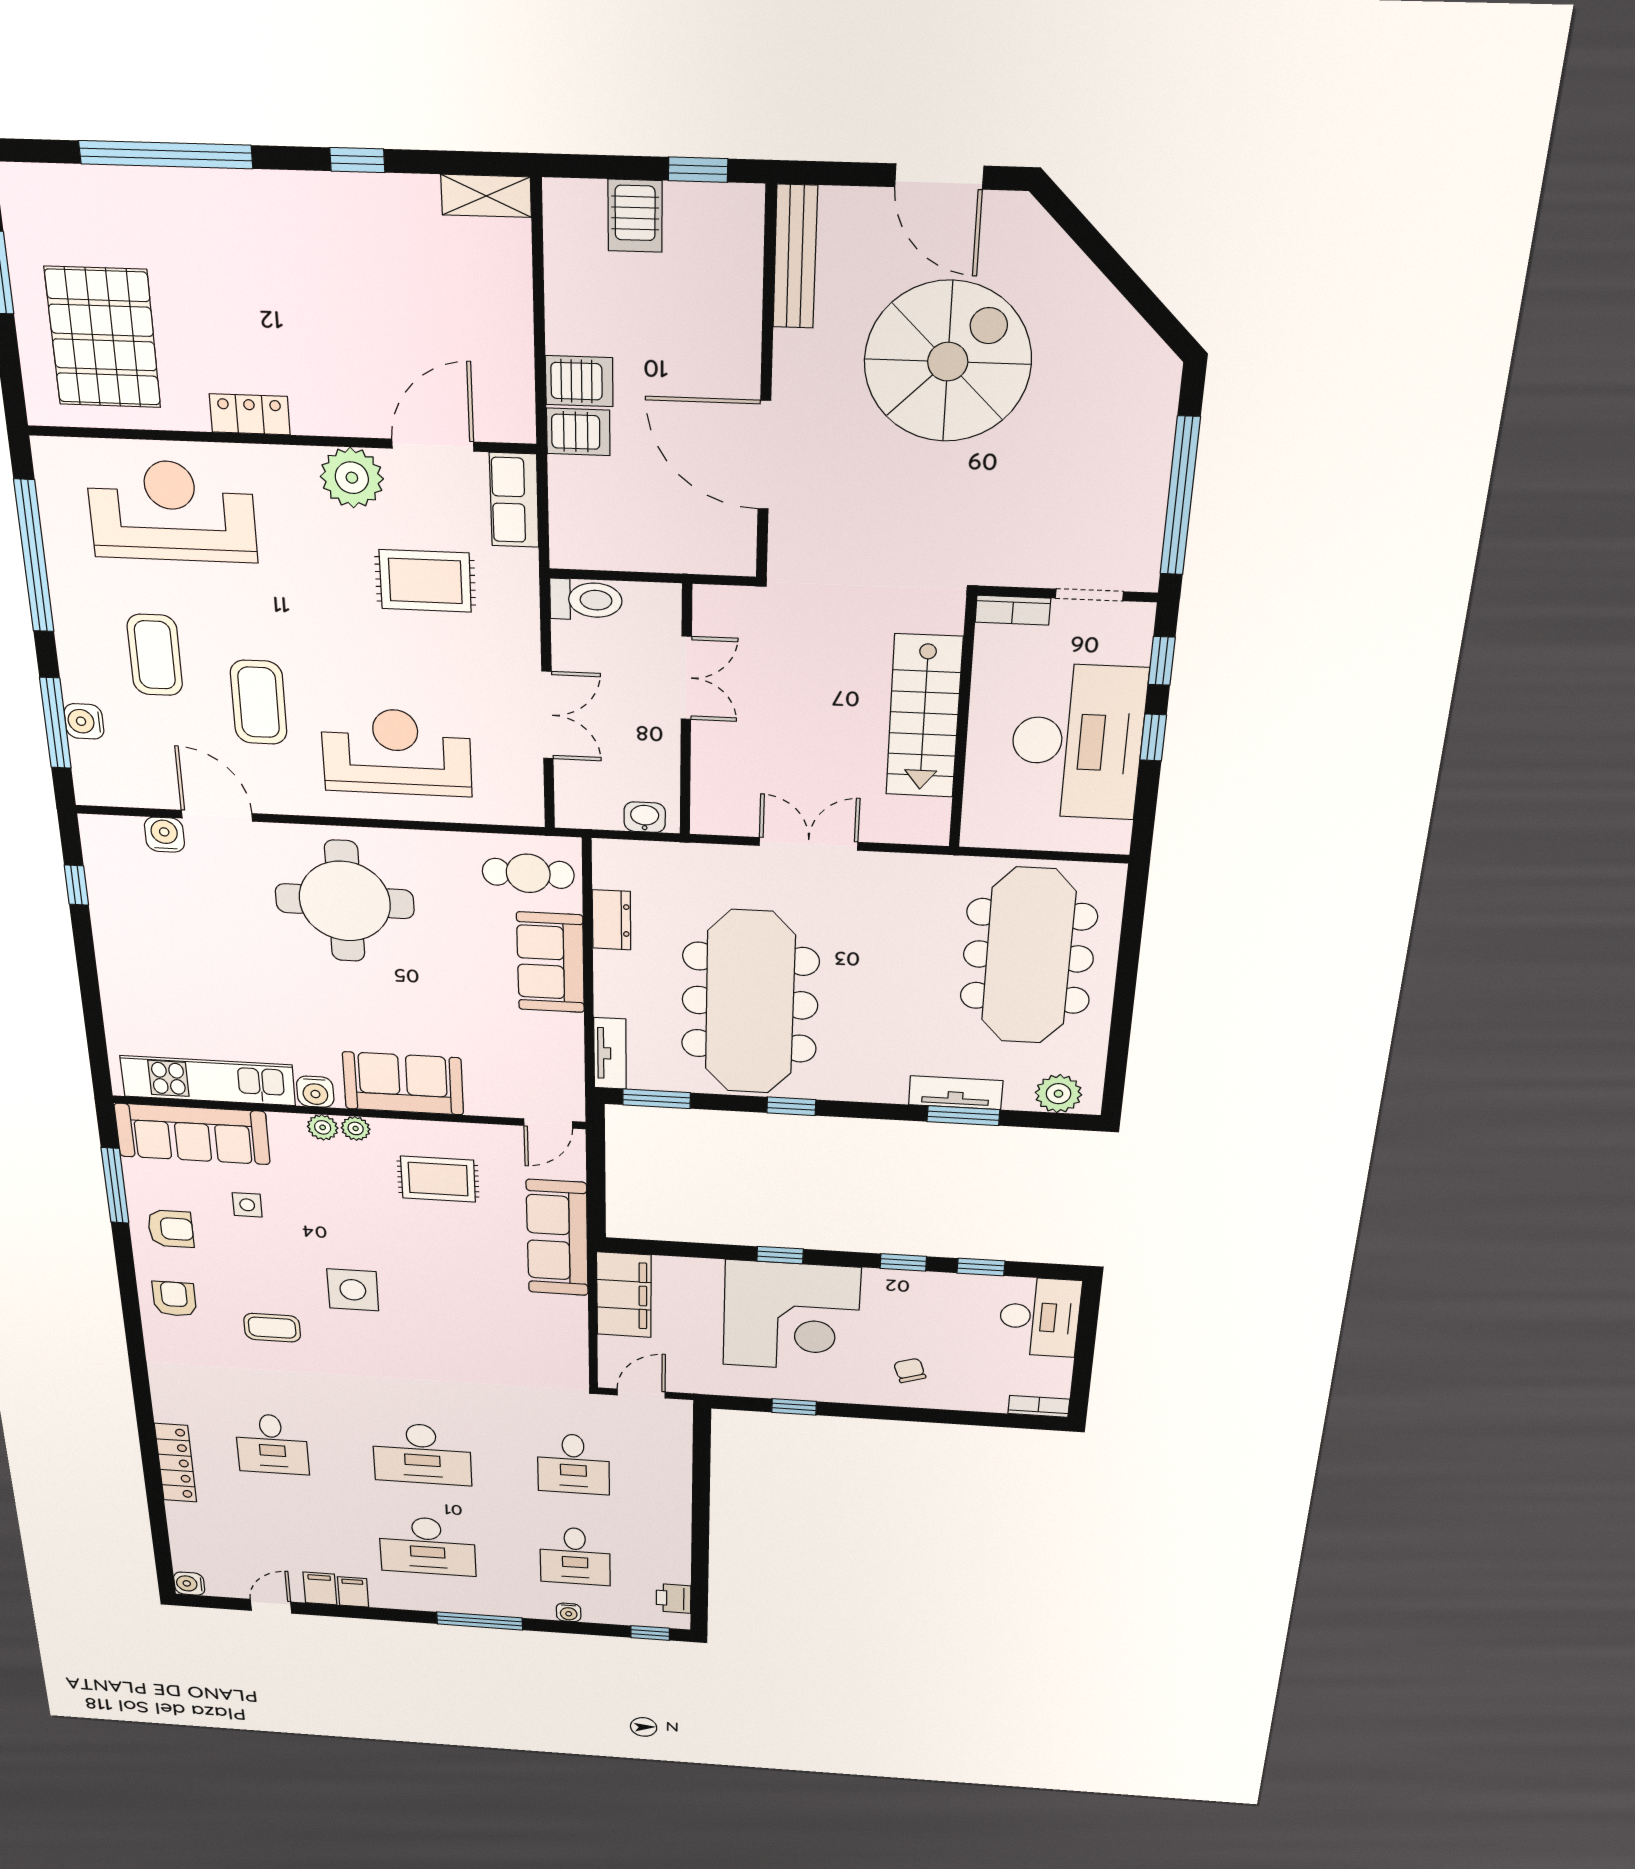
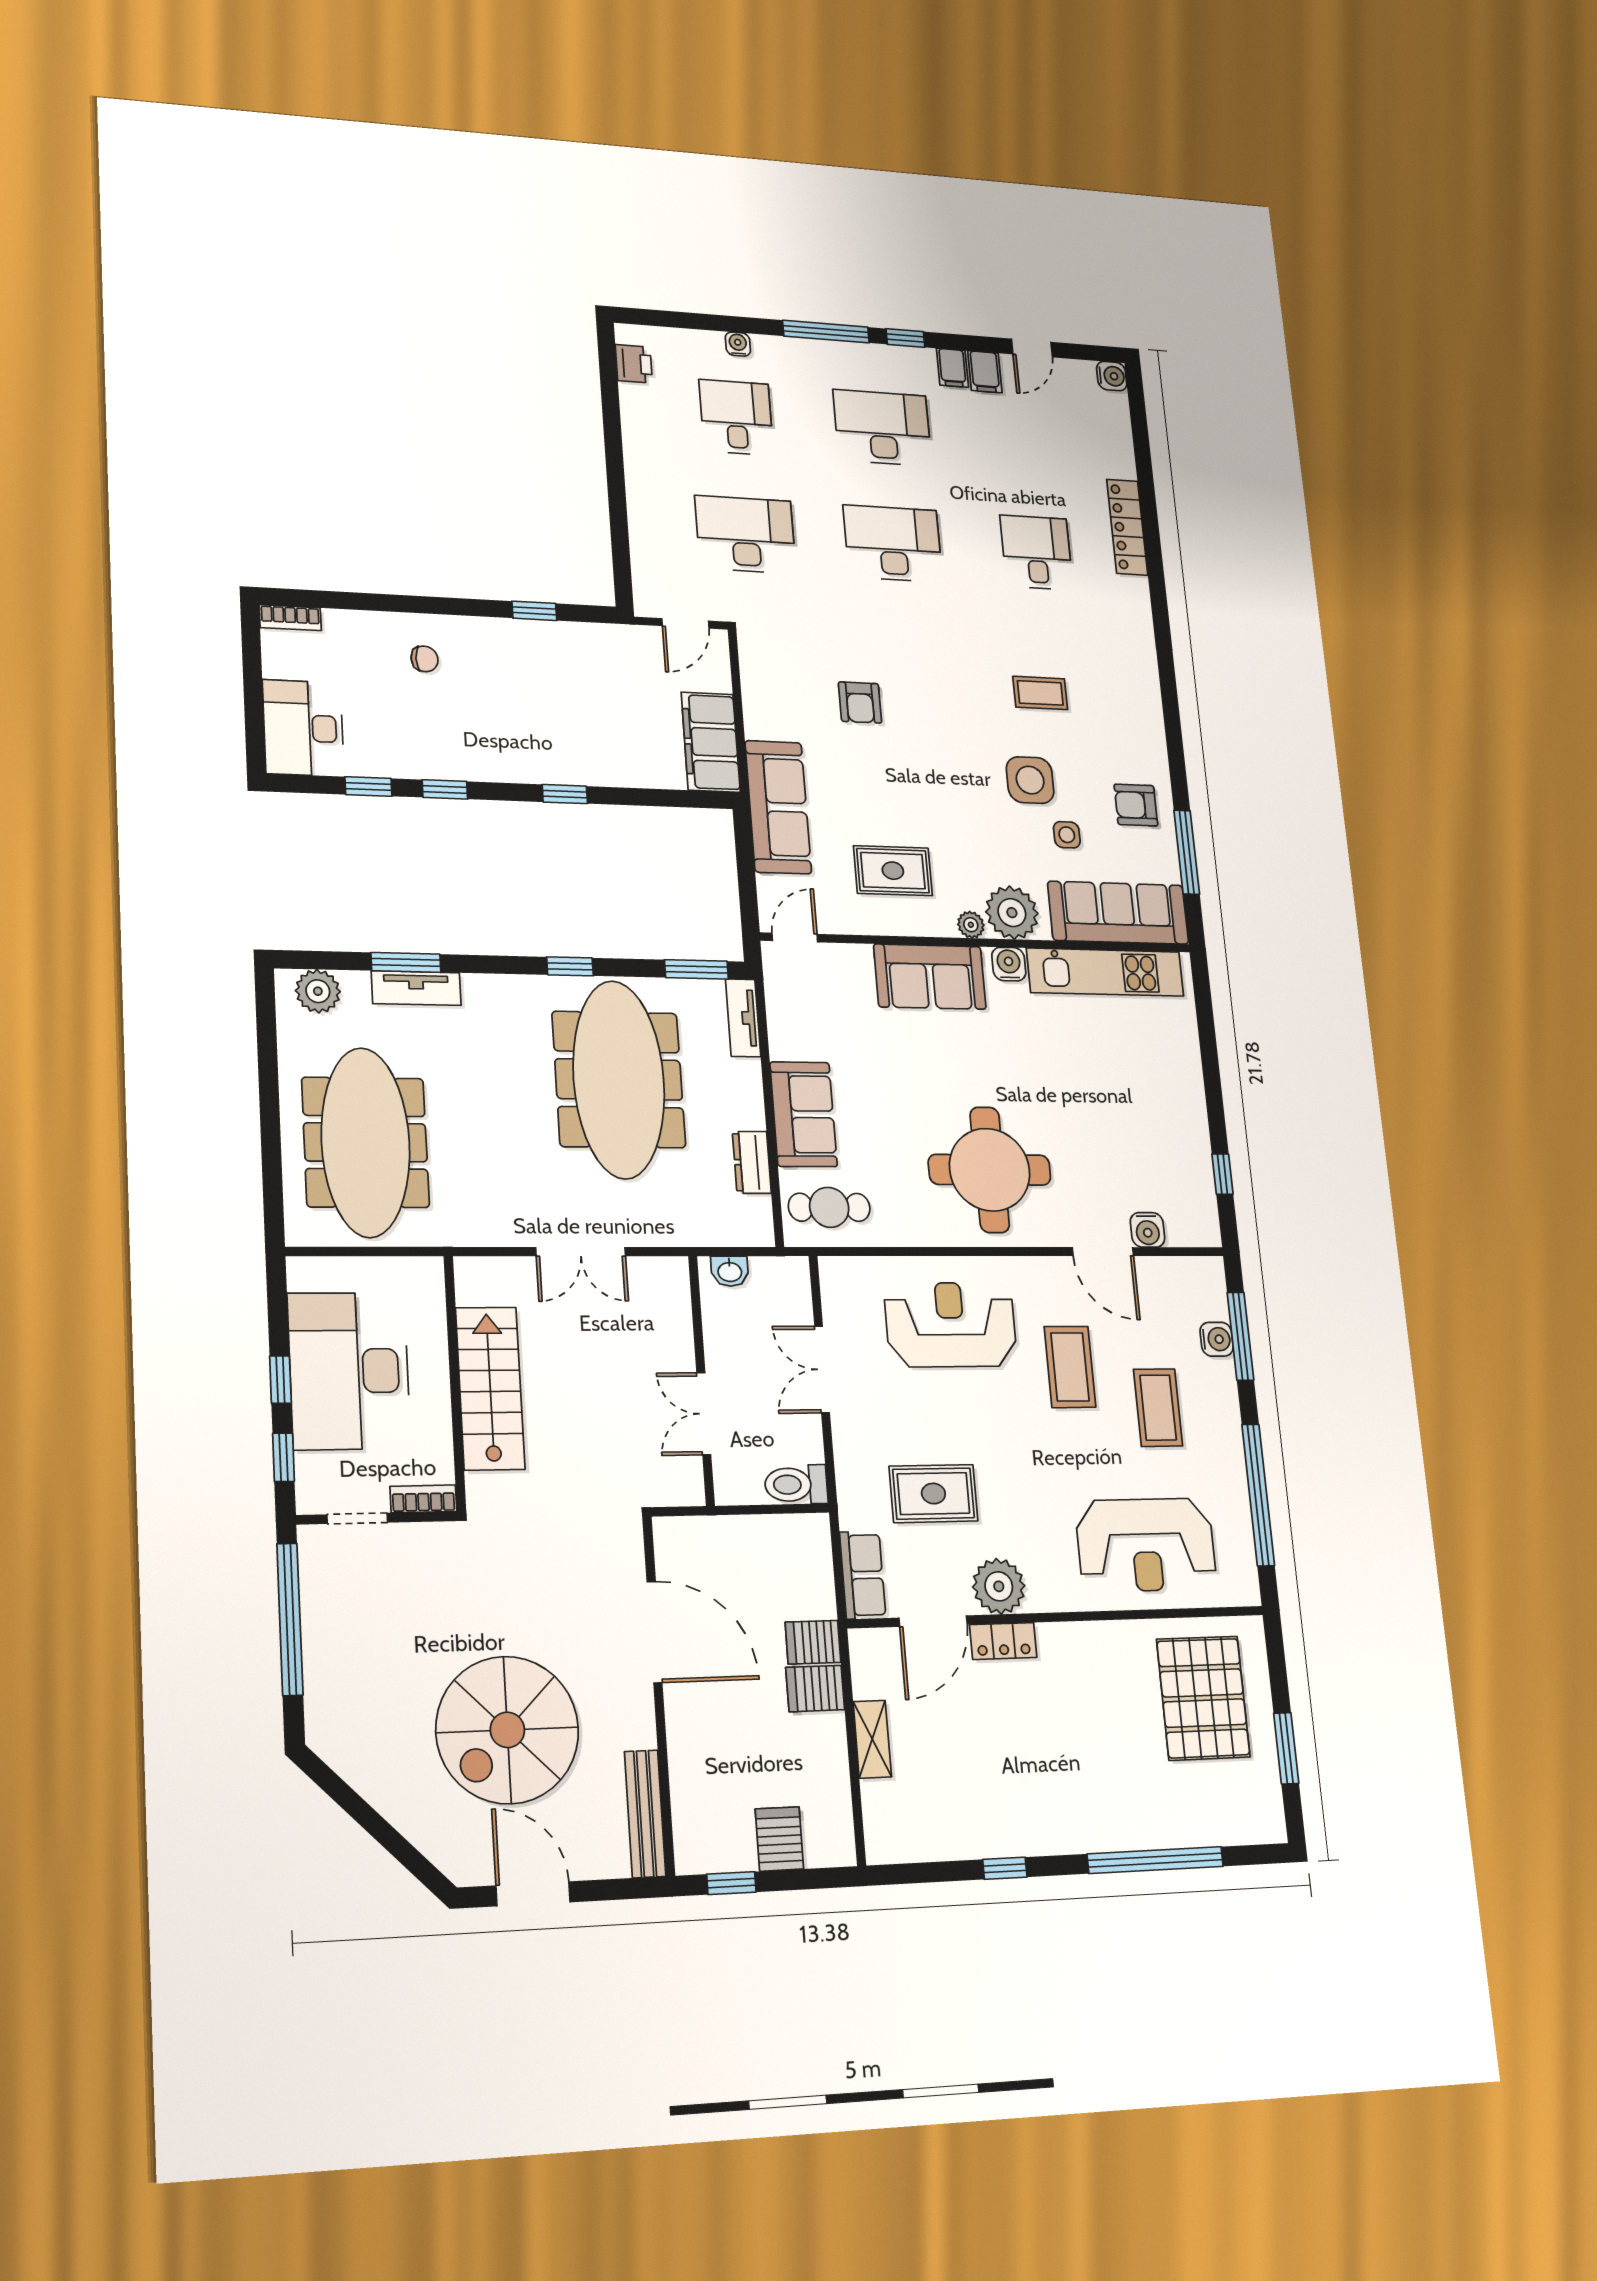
shelving: (486, 196) -> (872, 1739), moved, turned 90
locker: (250, 414) -> (1003, 1641), moved
reception desk: (396, 752) -> (951, 1325), turned 180
plant: (323, 1127) -> (1012, 913), width x1.88, depth x1.88
side table: (353, 1290) -> (1030, 780), moved
armchair: (174, 1299) -> (860, 703), moved
corner desk: (791, 1316) -> (547, 721), removed
chair: (910, 1370) -> (425, 659), turned -71
desk: (573, 1464) -> (746, 535), width x1.37
window: (650, 1633) -> (905, 338), moved

